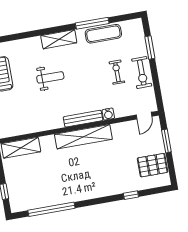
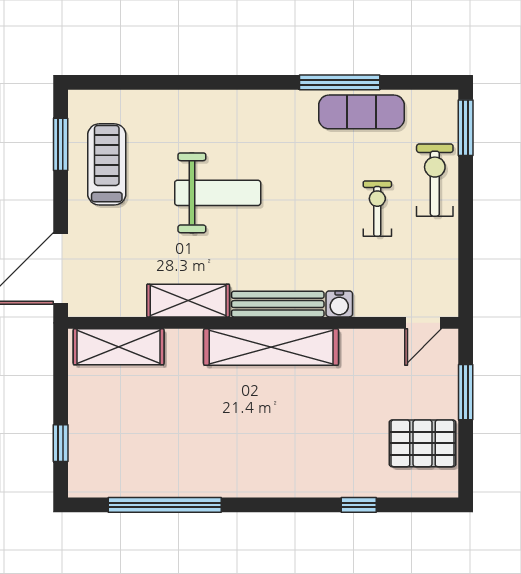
shelving: (59, 39) -> (188, 301), moved
window: (150, 47) -> (466, 128), moved
exercise bike: (142, 73) -> (435, 180), moved, turned 180
weight bench: (50, 77) -> (218, 193), width x1.36, depth x1.33

